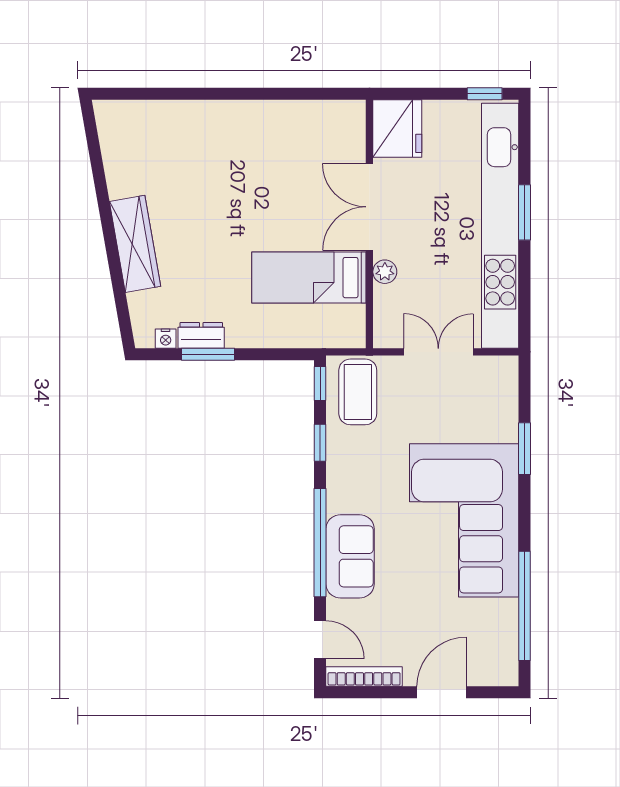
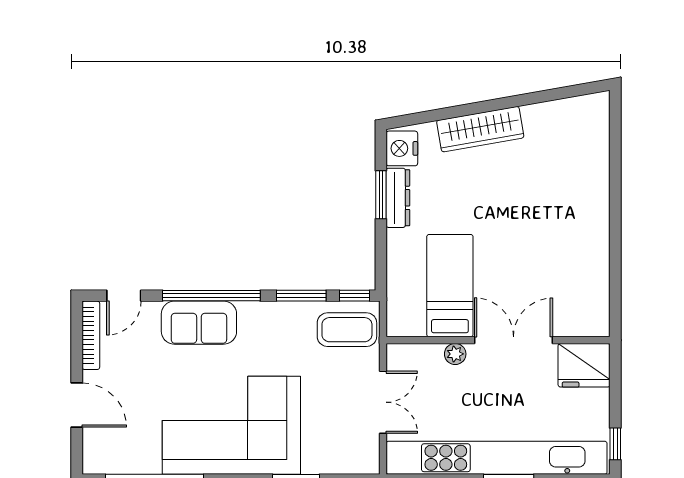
dresser: (201, 335) -> (398, 198), width x1.44
nightstand: (166, 339) -> (402, 148), width x1.89, depth x1.79
window: (320, 443) -> (301, 296), width x1.50

